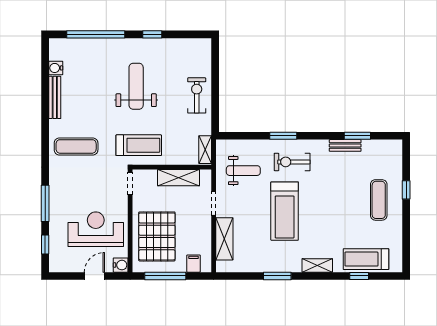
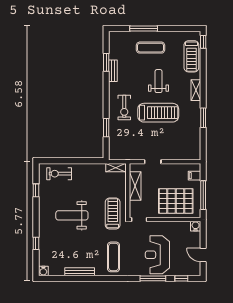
window: (96, 34) -> (36, 243), width x0.32
window: (152, 34) -> (36, 190), moved
water cooler: (56, 68) -> (43, 271), moved
exercise bike: (197, 95) -> (59, 174), moved
window: (283, 136) -> (106, 128), moved
weight bench: (243, 171) -> (159, 81), moved
window: (406, 190) -> (144, 29), width x2.17
reception desk: (96, 229) -> (157, 255), moved
shelving: (224, 239) -> (177, 154), removed
door: (94, 276) -> (203, 255), moved
window: (359, 276) -> (203, 42), moved

